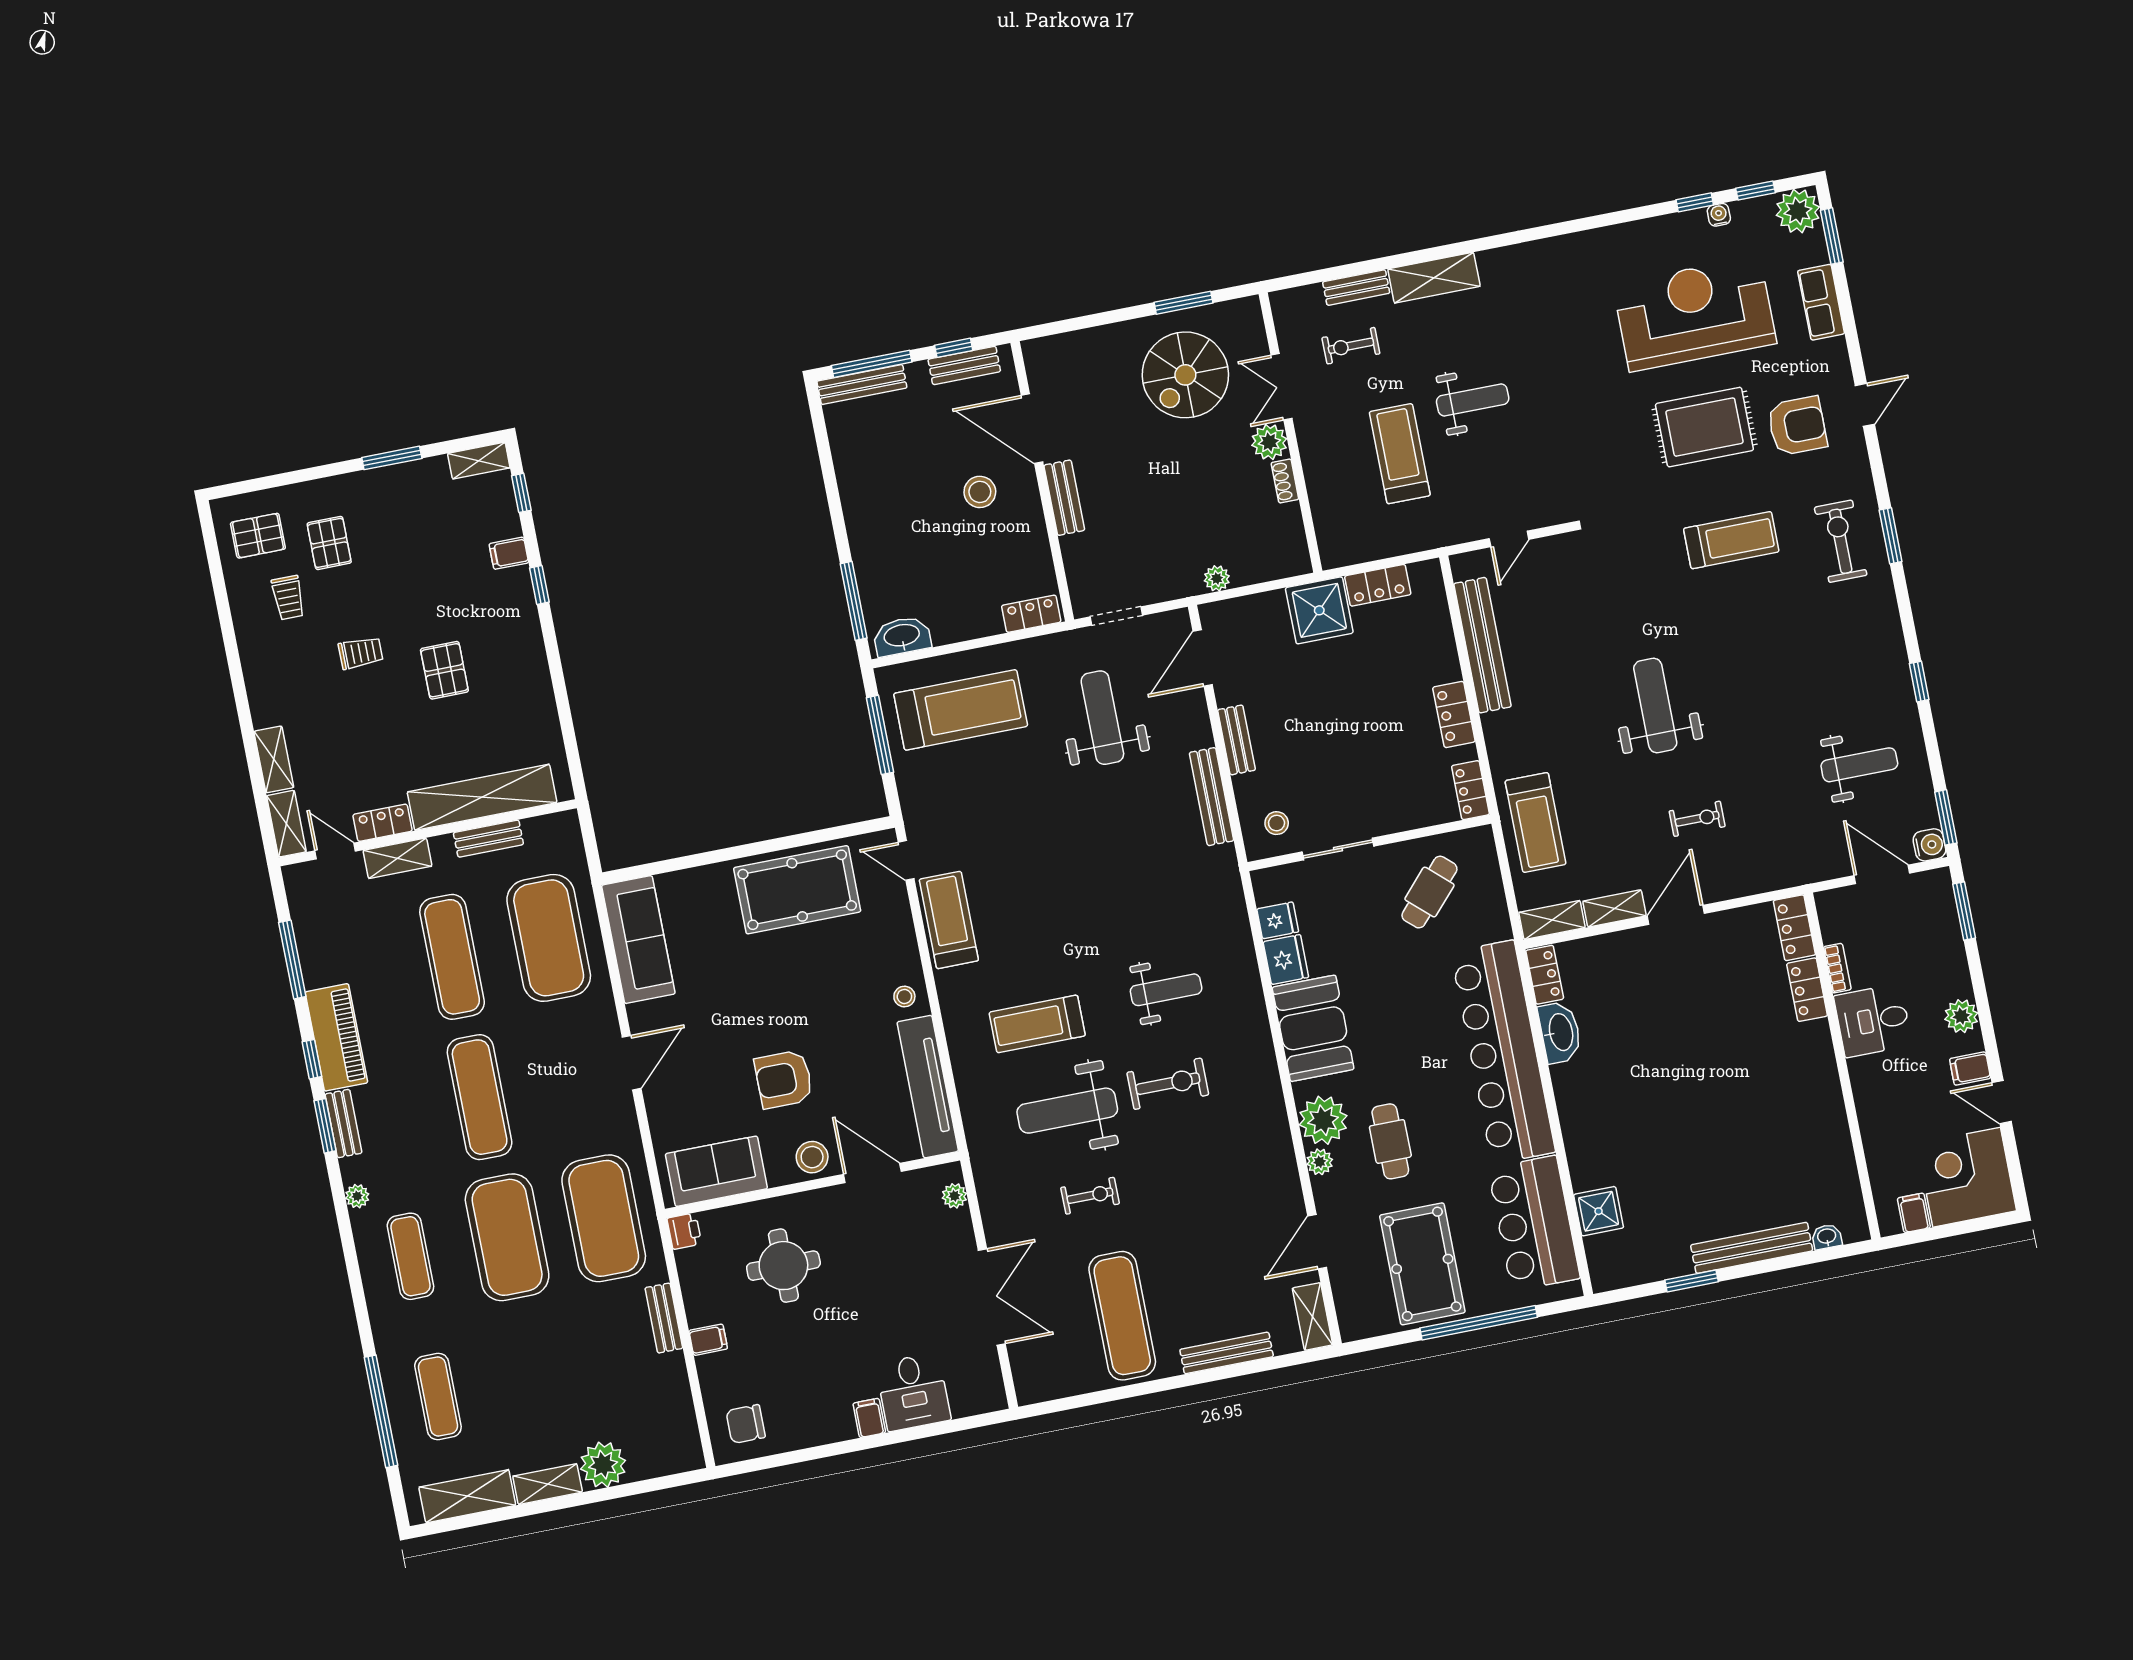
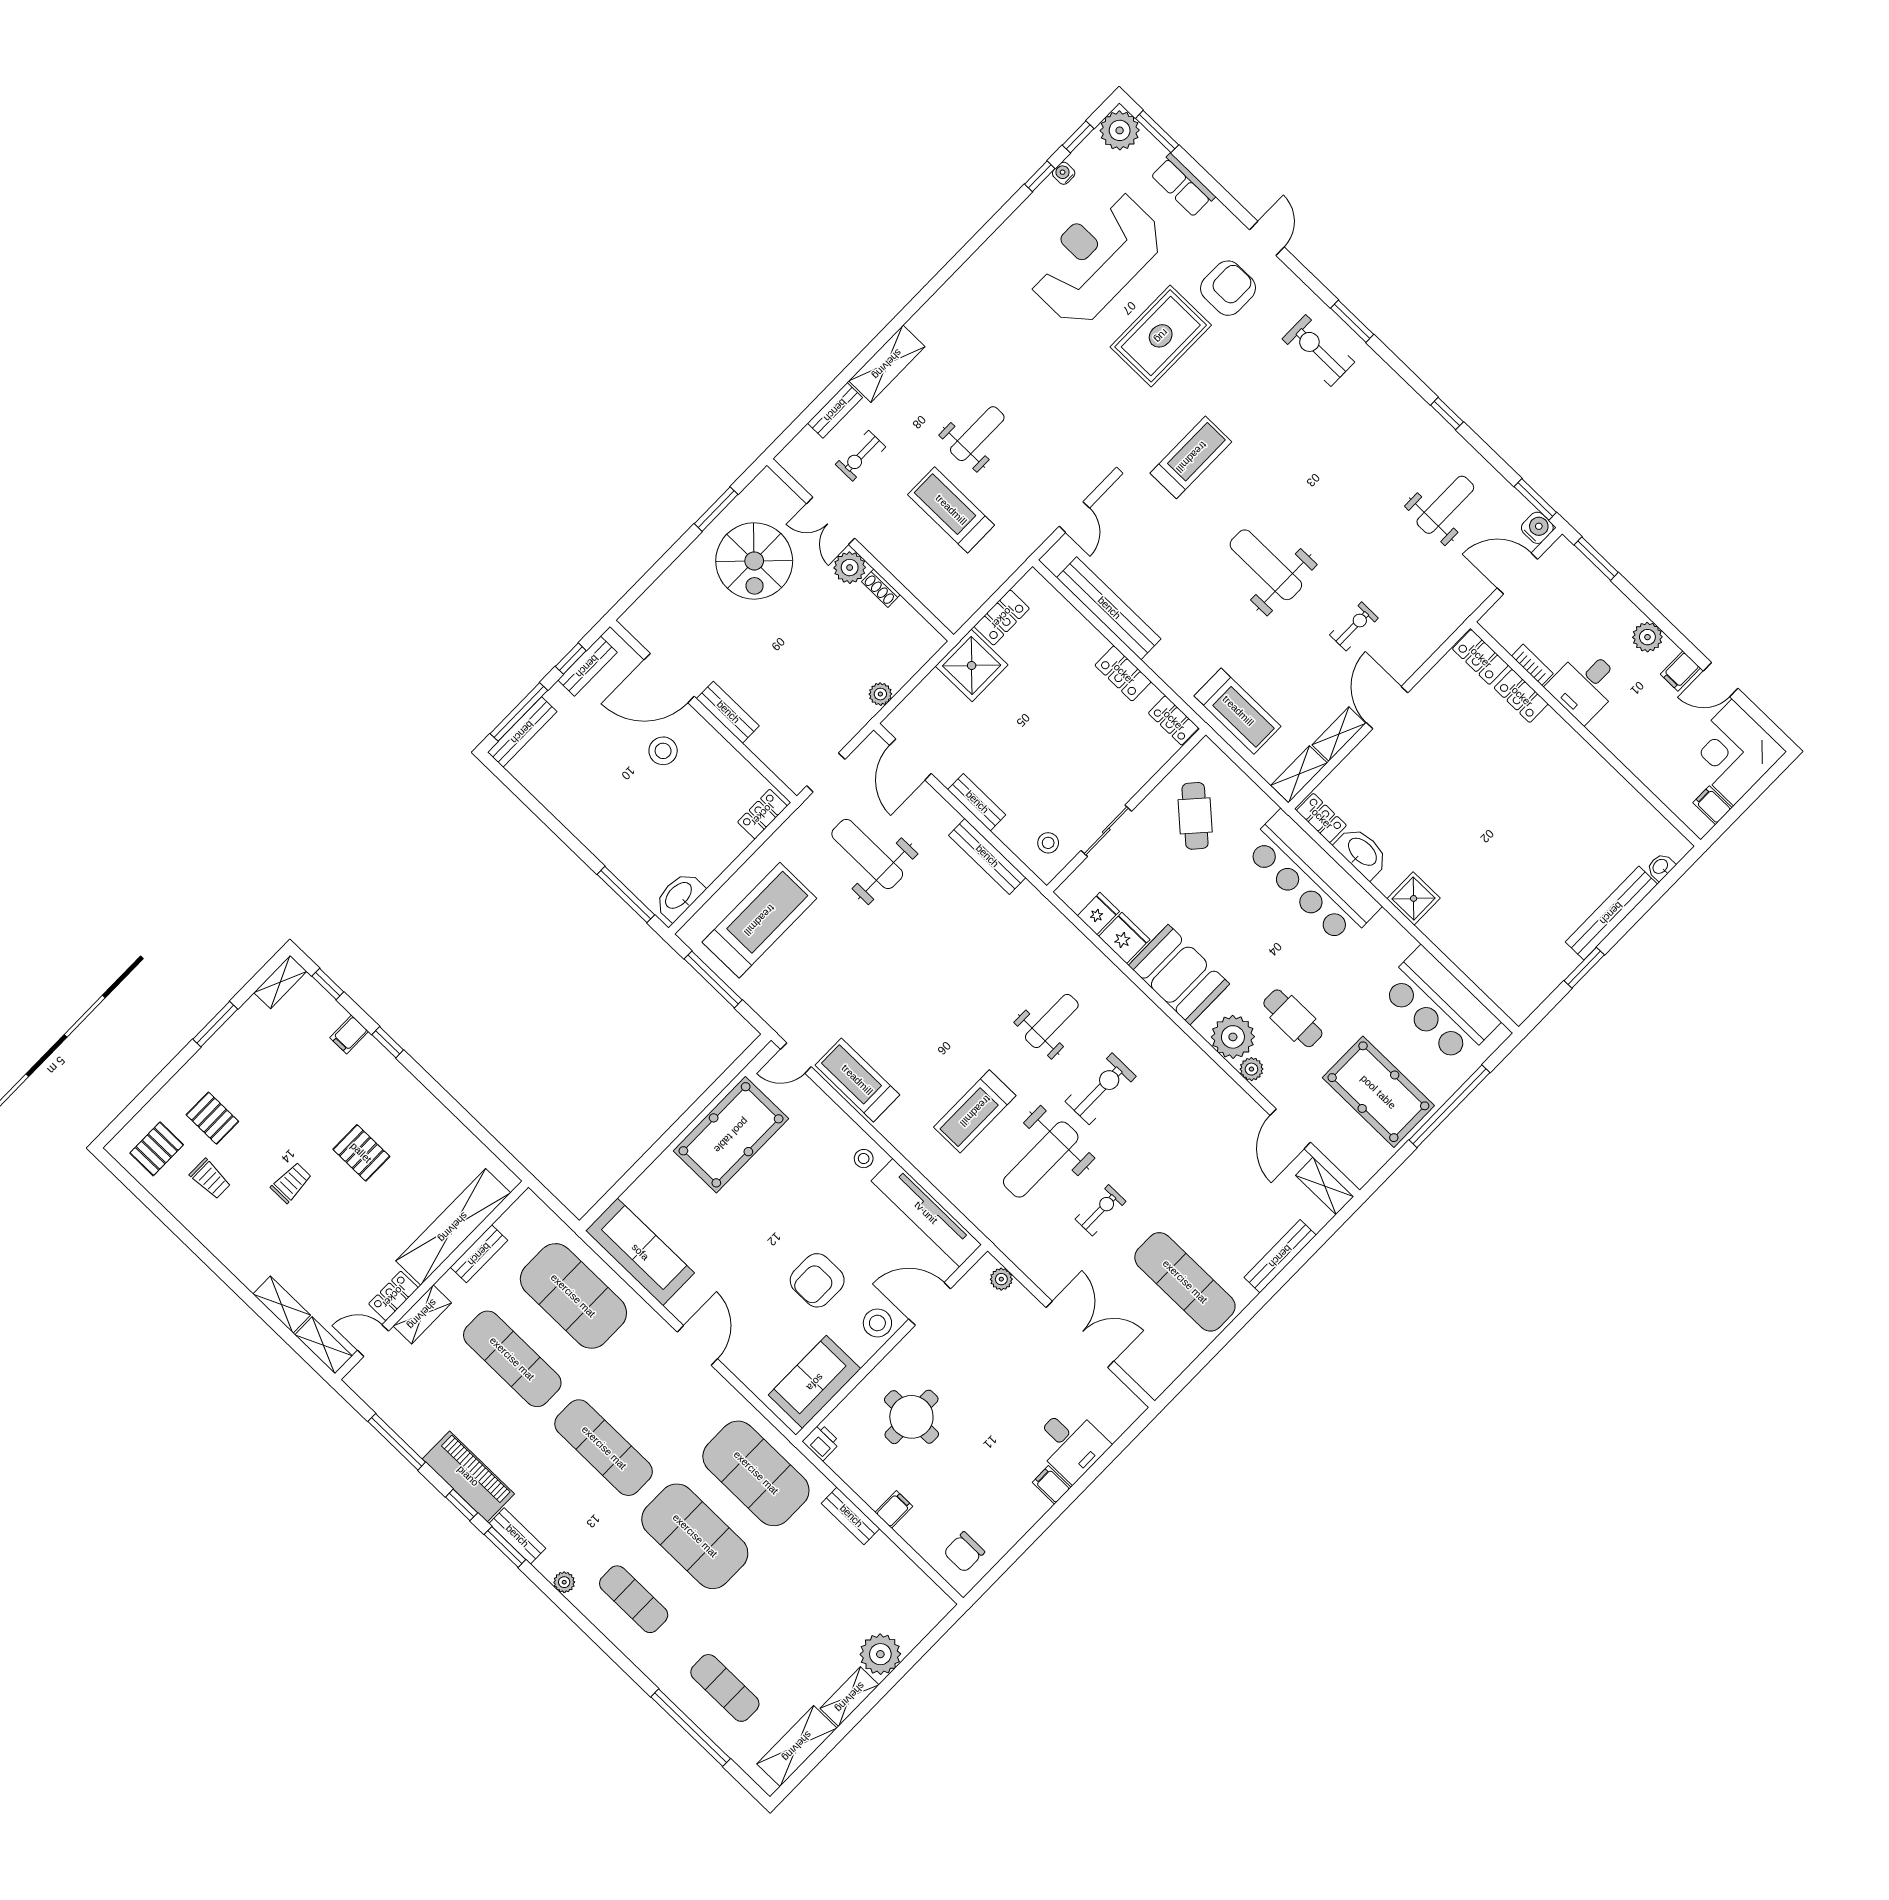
treadmill: (1731, 540) -> (1191, 457), moved
bar counter: (1503, 1052) -> (1312, 878), width x0.73
shower: (1599, 1211) -> (1414, 898), moved

